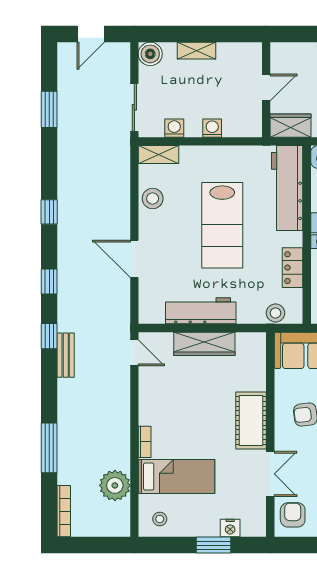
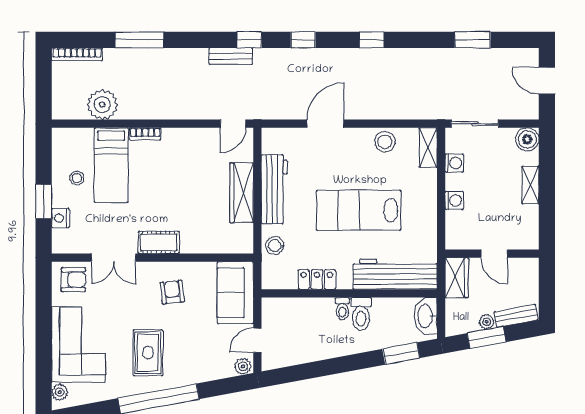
stool: (275, 313) -> (275, 246), moved
cot: (251, 420) -> (159, 242), width x0.73, depth x0.75
stool: (160, 519) -> (77, 178), moved

